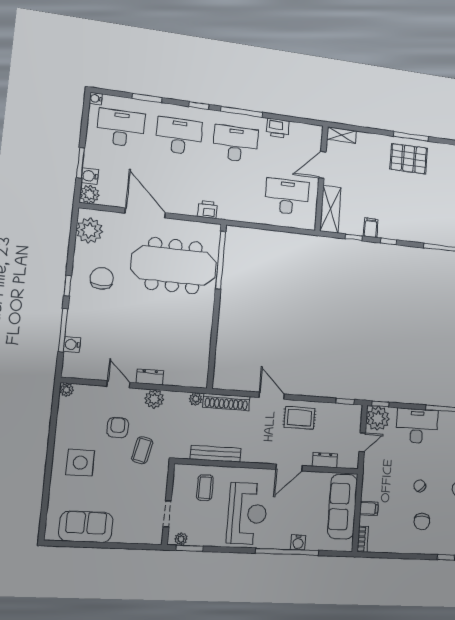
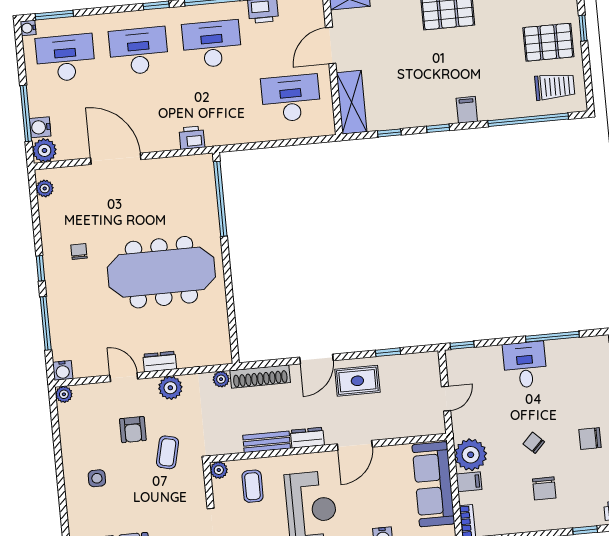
window: (147, 98) -> (54, 15), moved
window: (80, 163) -> (26, 113), width x1.44
filing cabinet: (371, 228) -> (467, 110), moved
plant: (89, 231) -> (45, 188), width x0.53, depth x0.53
meeting table: (174, 266) -> (161, 272), moved
chair: (102, 279) -> (79, 252), width x0.54, depth x0.54
water cooler: (72, 344) -> (63, 370), moved, turned -90
door: (272, 396) -> (316, 359), swing flipped
window: (345, 401) -> (388, 352), moved
plant: (378, 418) -> (471, 455), moved
desk: (417, 426) -> (525, 365), width x0.73
armchair: (118, 428) -> (133, 430), turned 180
bench: (216, 454) -> (267, 442), width x0.73
dresser: (325, 460) -> (307, 438), moved
side table: (80, 463) -> (97, 478), width x0.54, depth x0.54
plant: (181, 471) -> (219, 470), added

